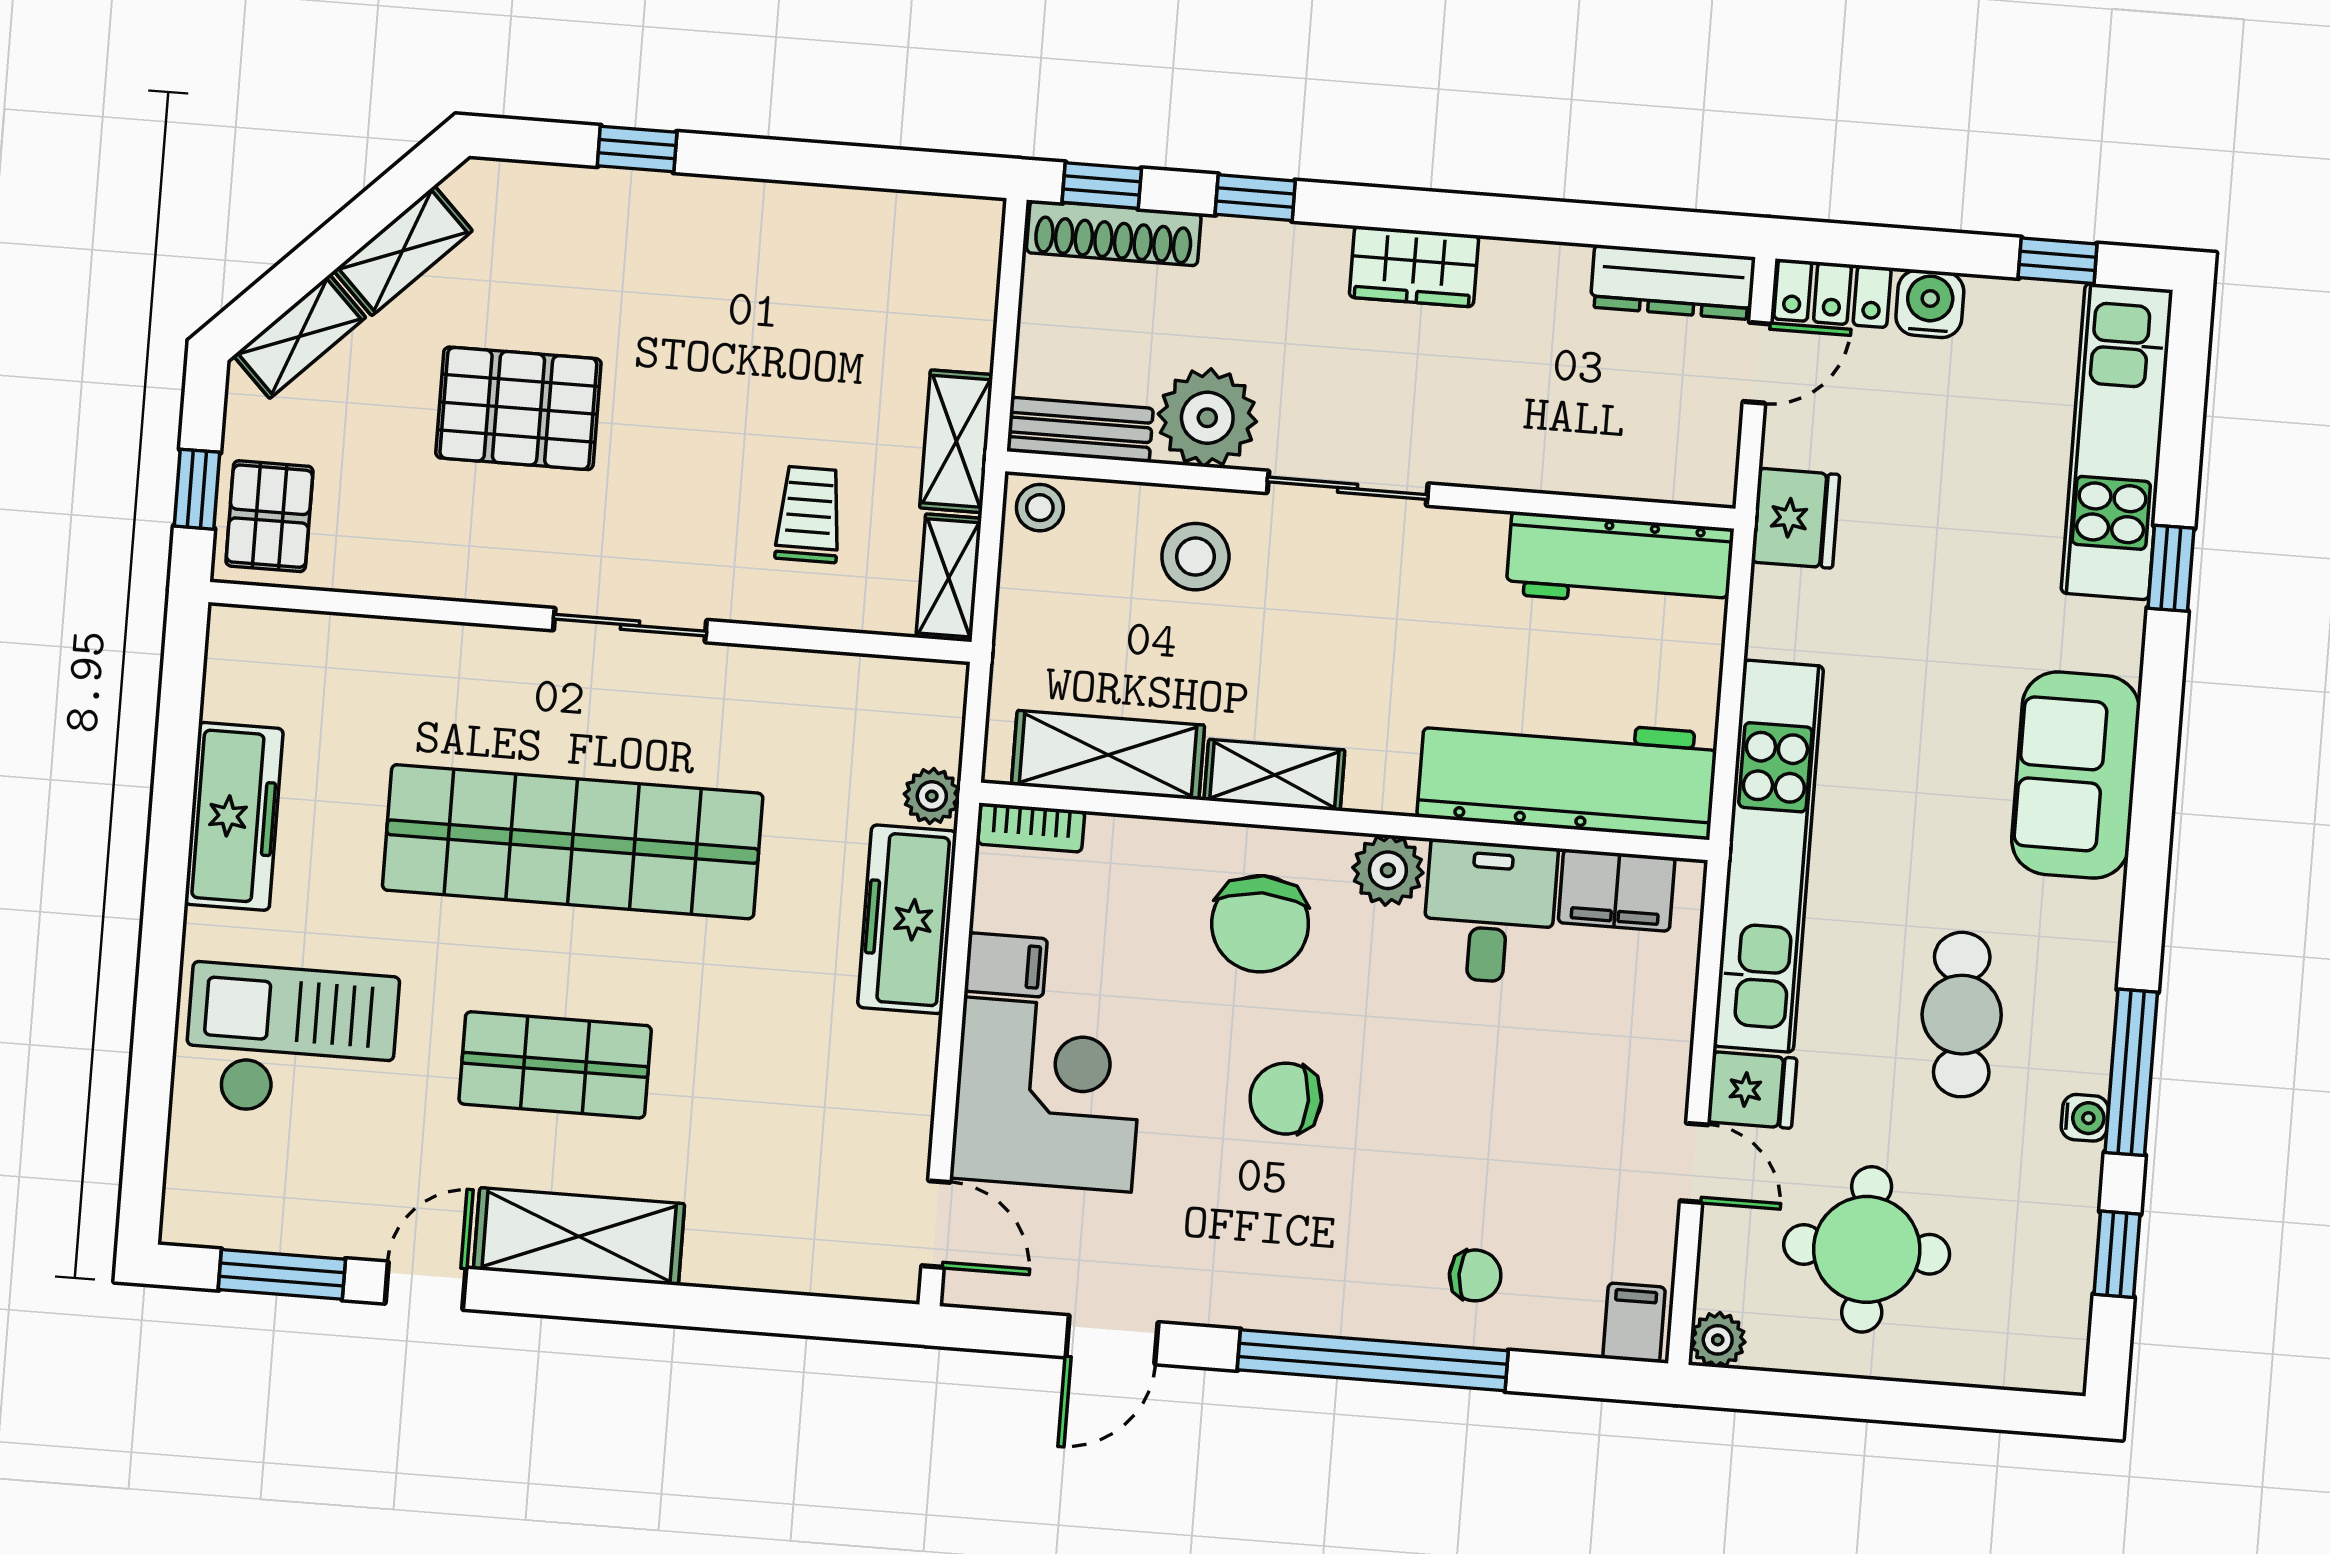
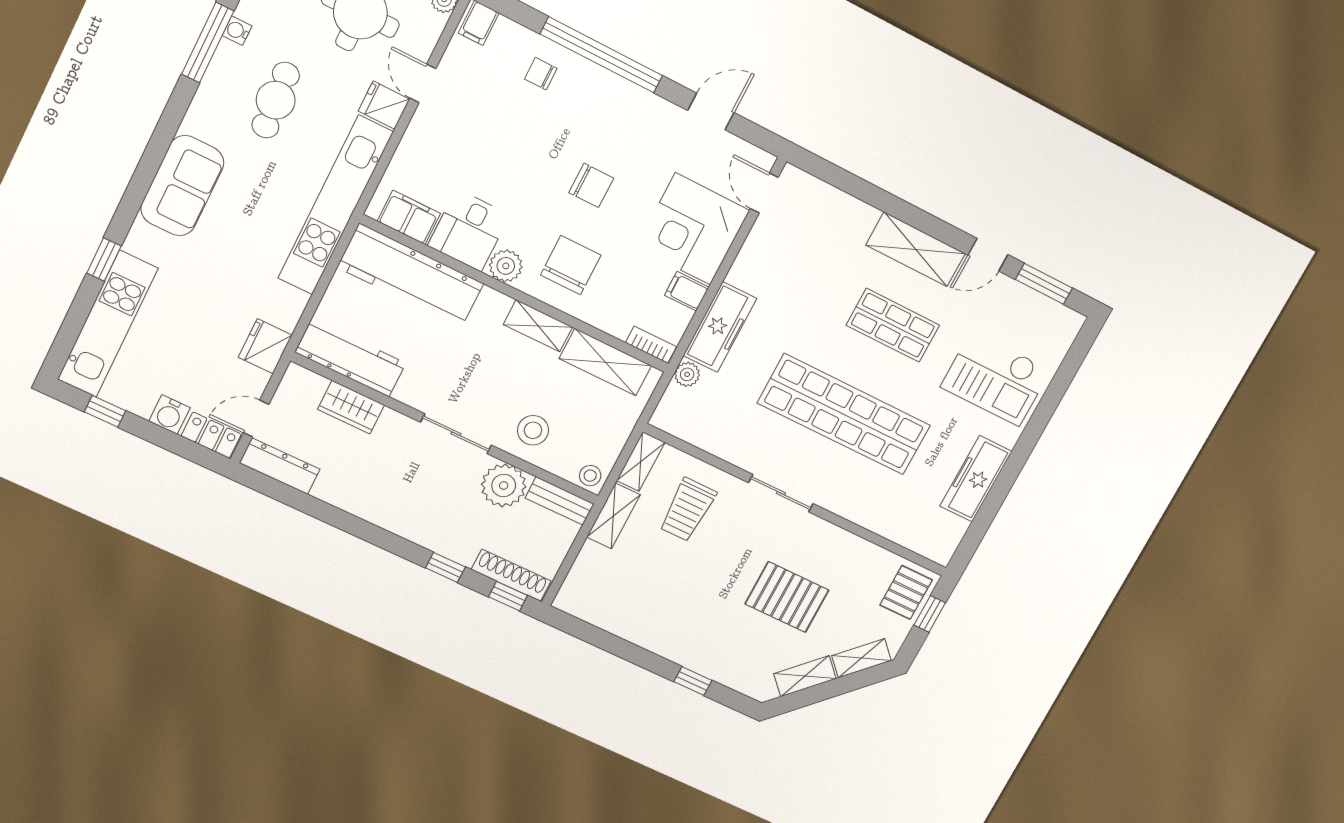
wardrobe: (1414, 266) -> (351, 407), moved, turned 180
trolley: (809, 514) -> (688, 510), width x1.36, depth x1.39

